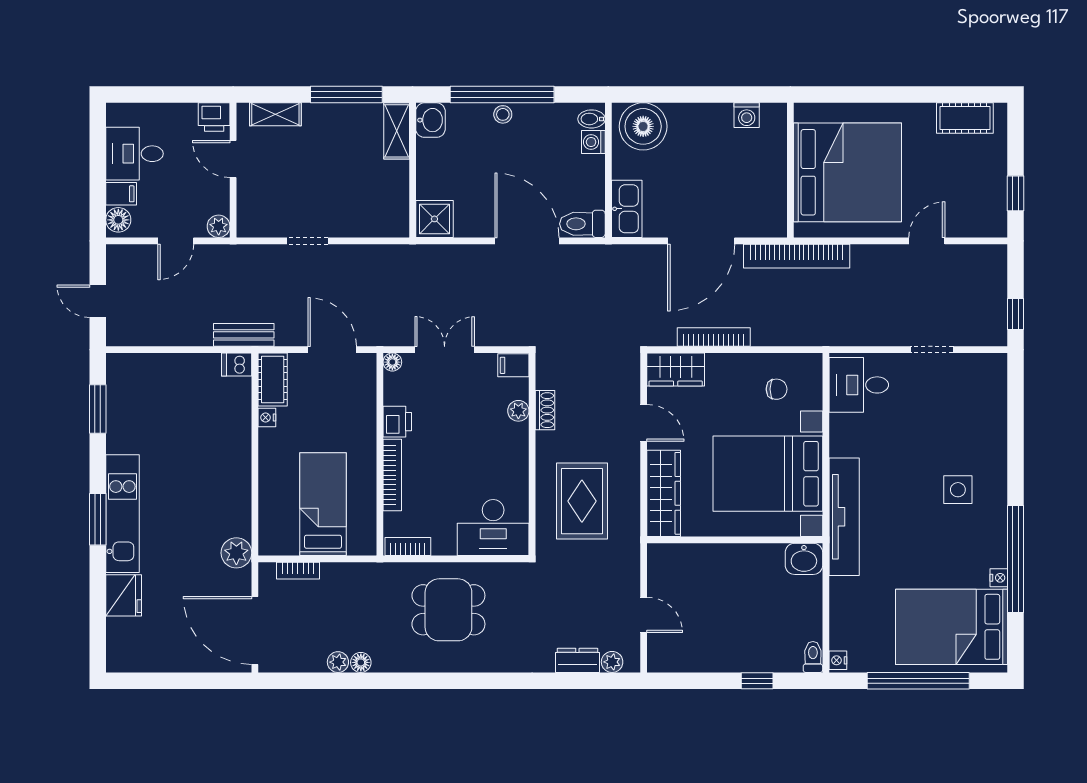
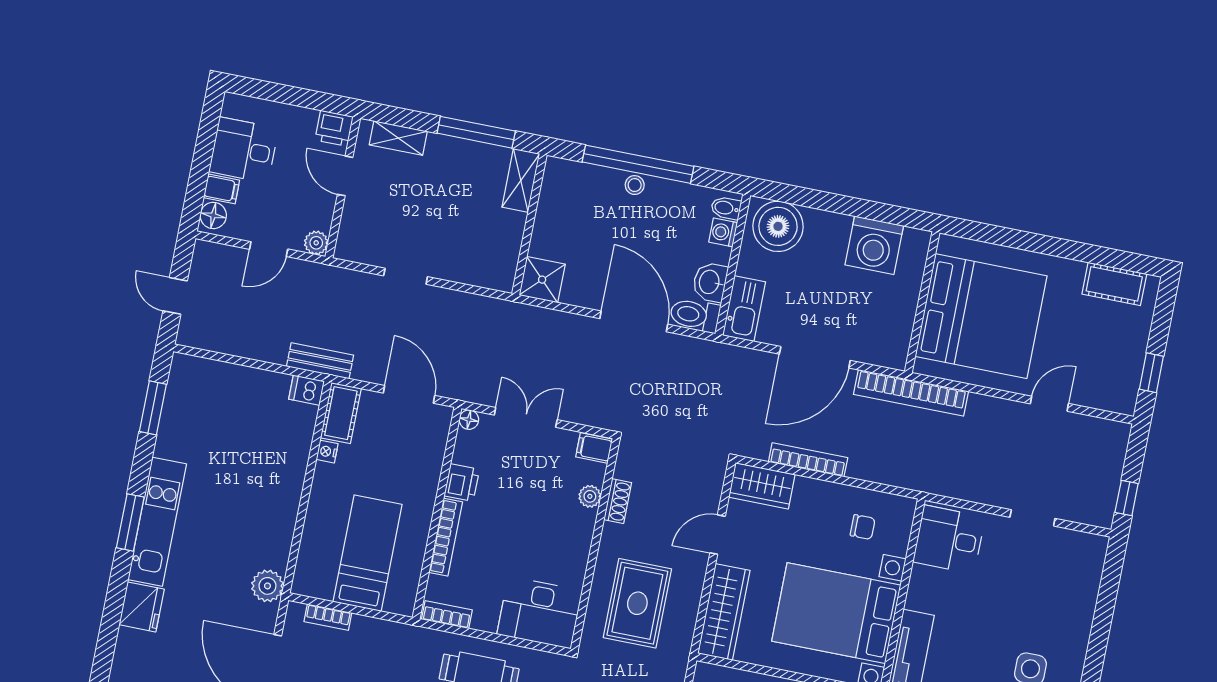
washing machine: (747, 115) -> (874, 245), width x1.89, depth x1.89
washbasin: (430, 120) -> (710, 282), moved, turned 180
door: (644, 423) -> (718, 535), swing flipped

